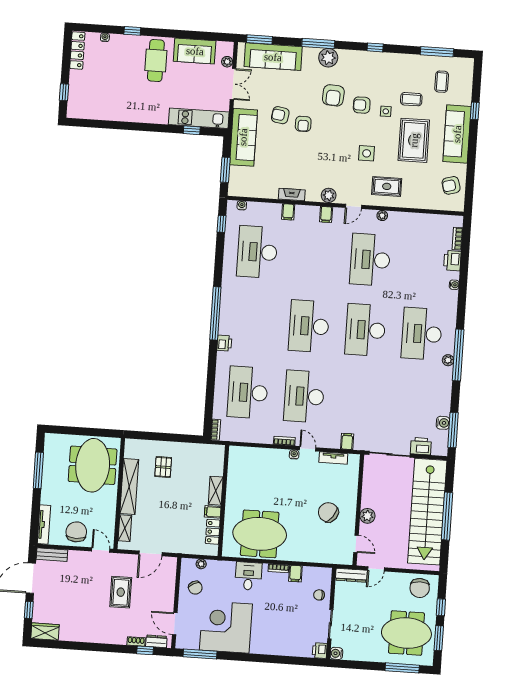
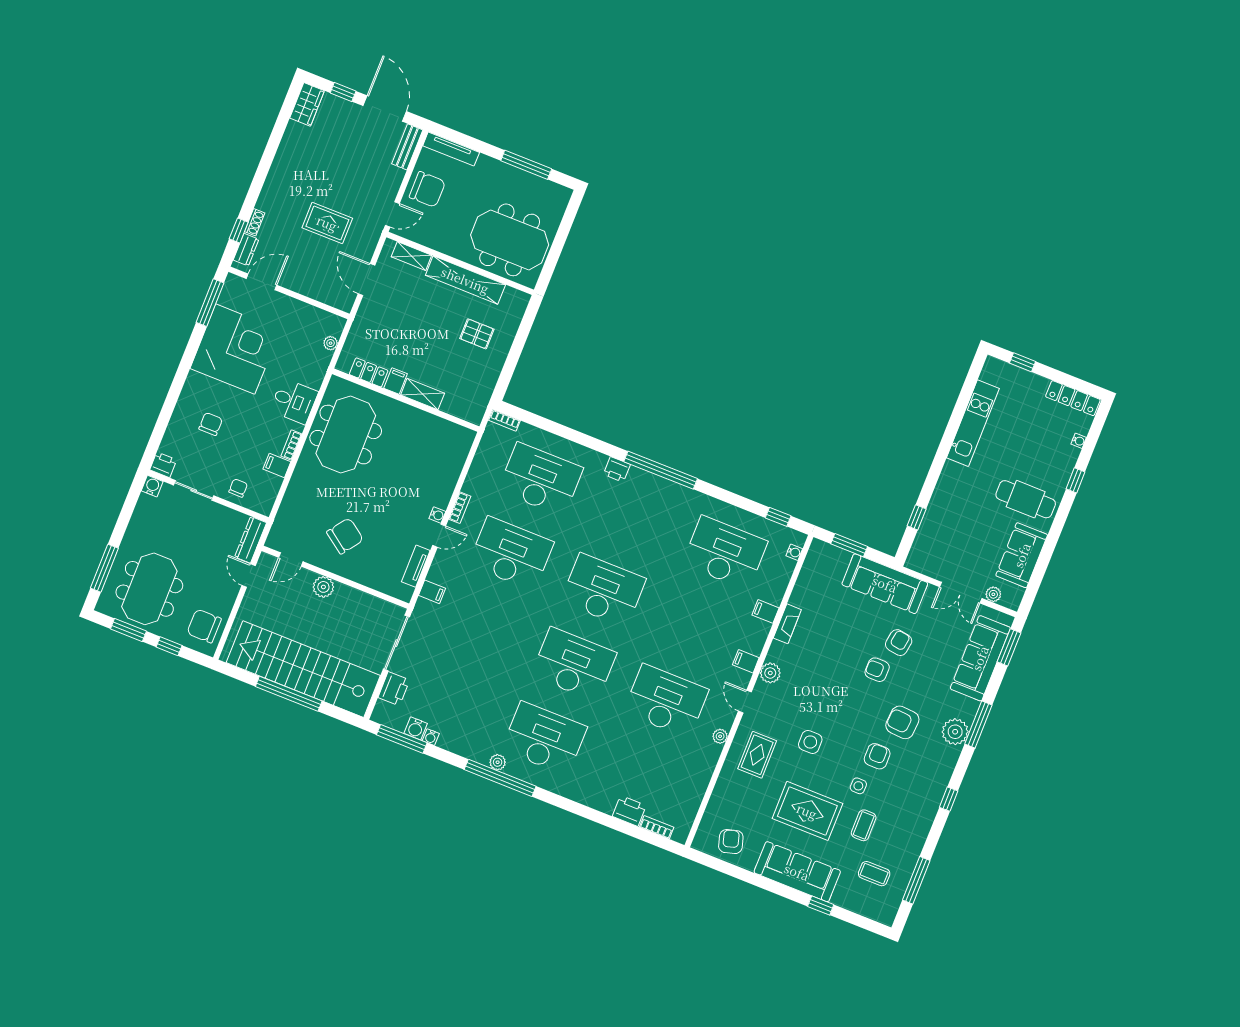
kitchen unit: (199, 118) -> (973, 423), moved
water cooler: (454, 285) -> (431, 737), moved
chair: (195, 588) -> (211, 424), moved, turned 118

